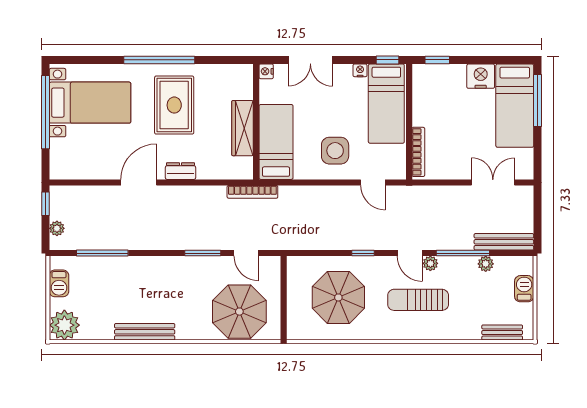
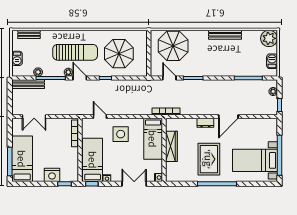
nightstand: (481, 76) -> (52, 175), moved
sun lounger: (418, 300) -> (75, 52), width x1.36, depth x1.34

